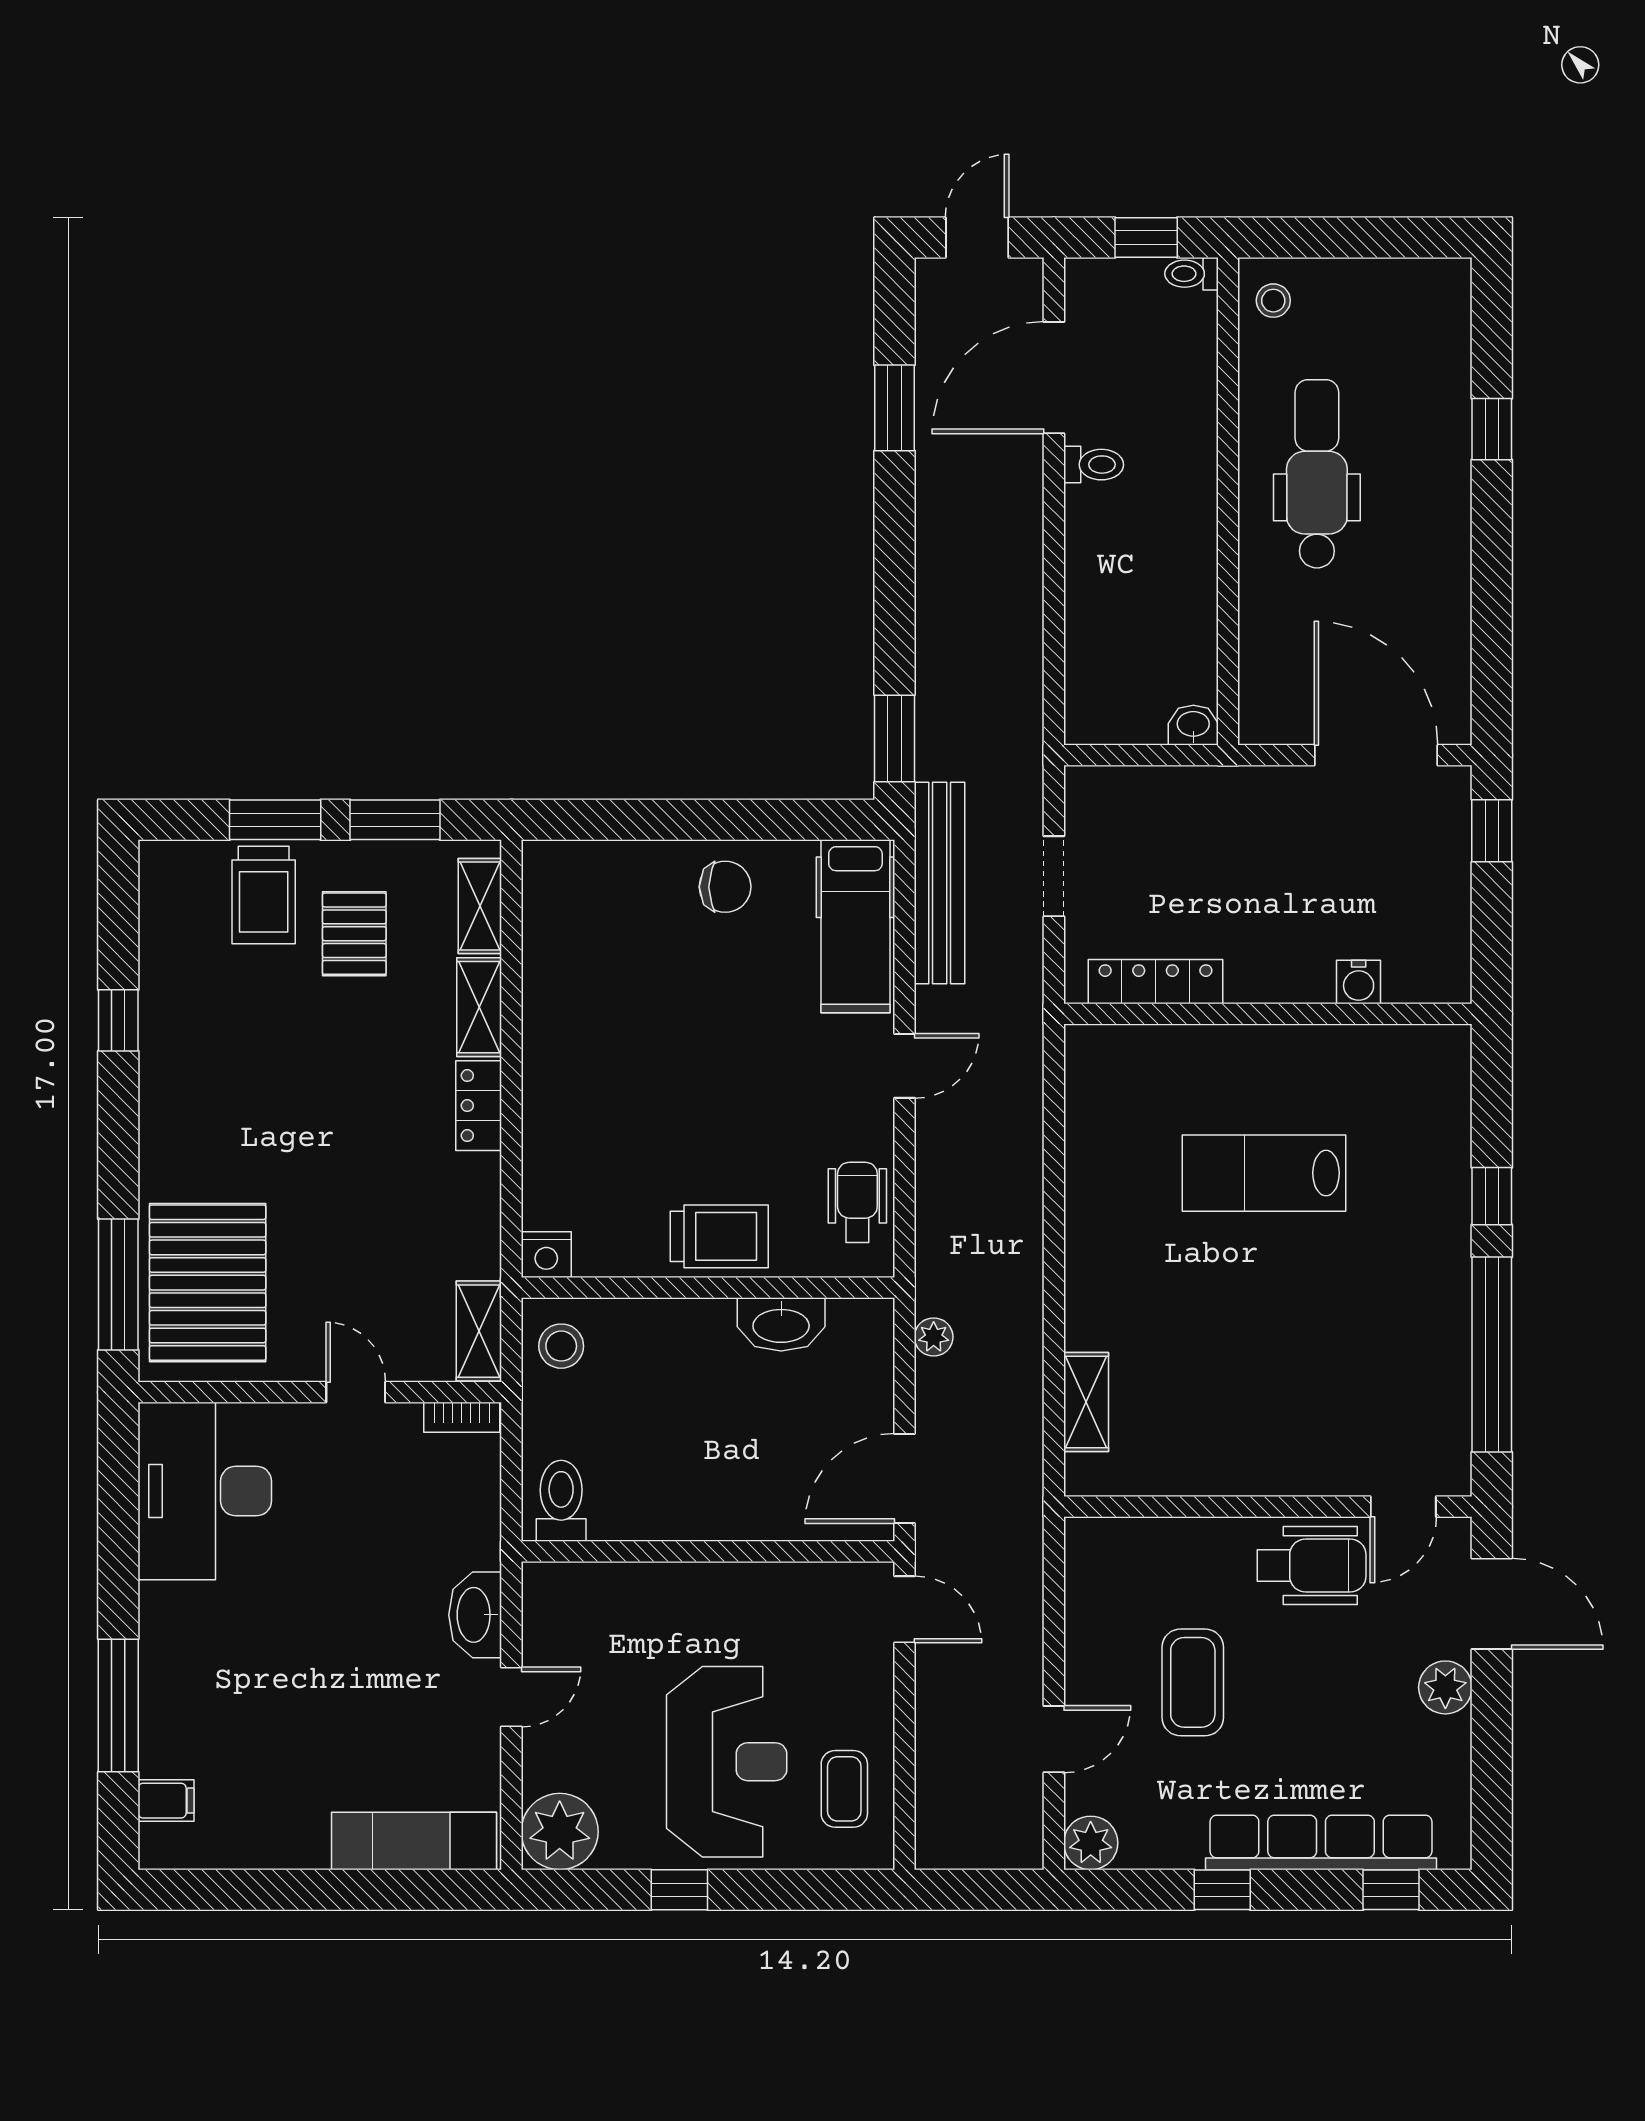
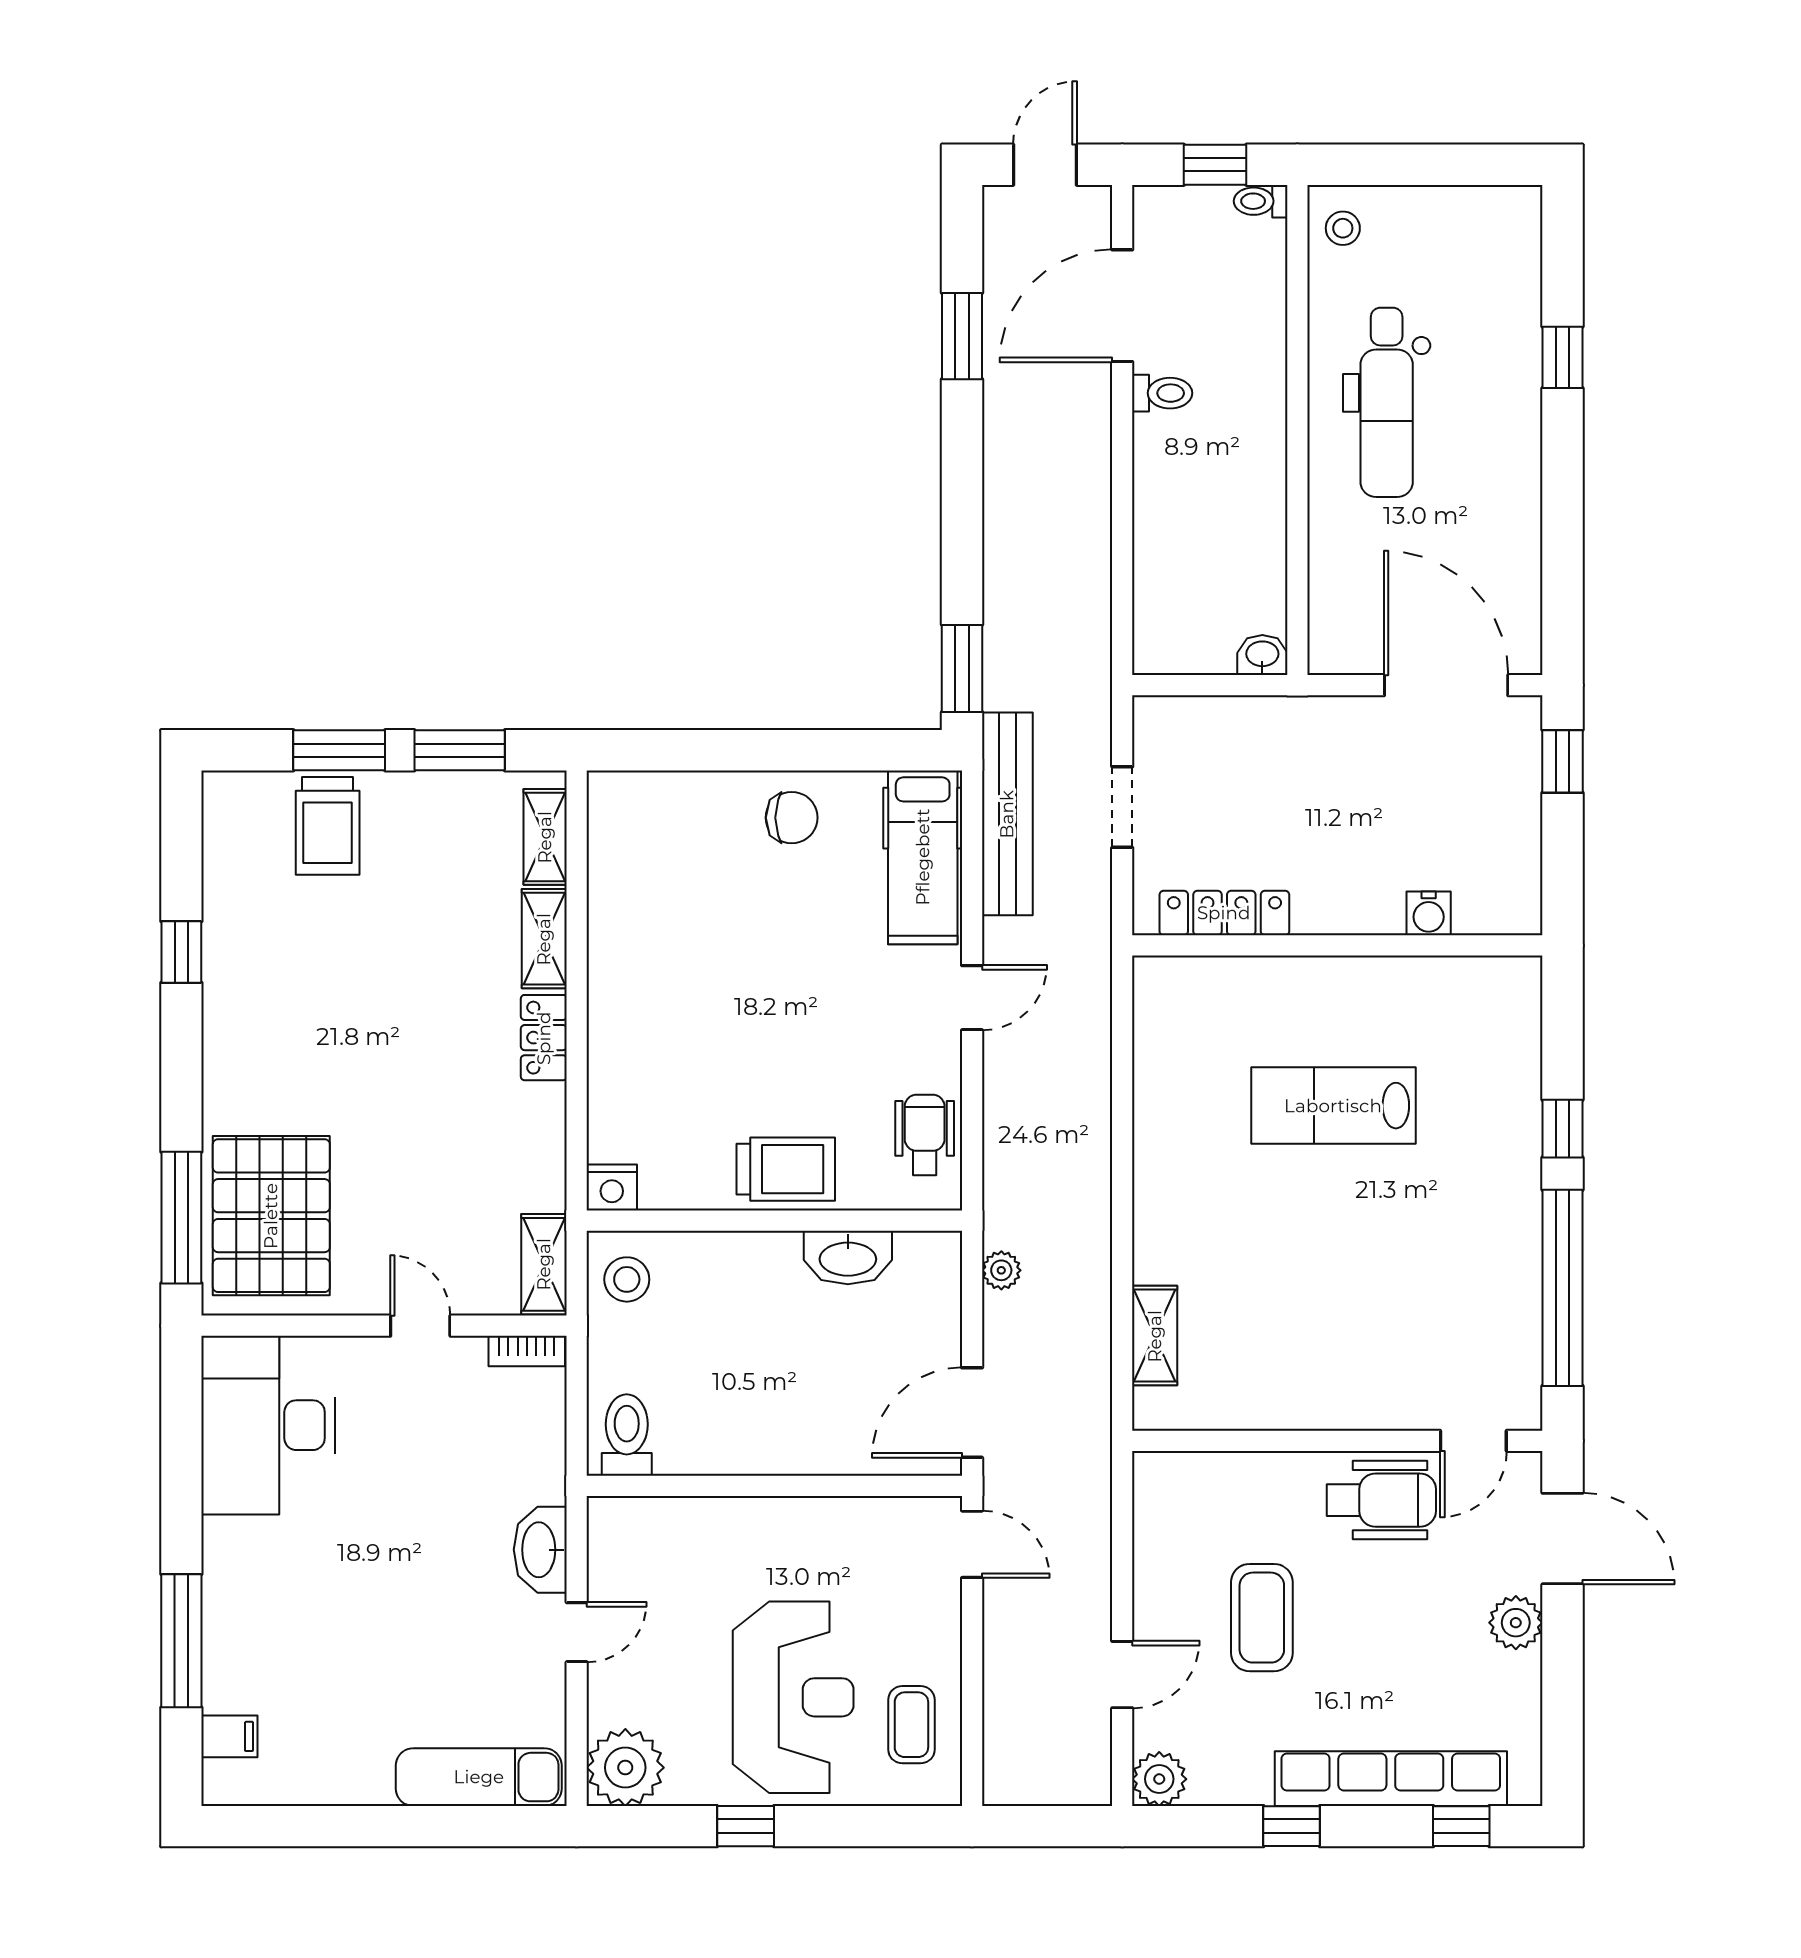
dental chair: (1317, 474) -> (1387, 402), turned 180
pallet: (354, 934) -> (419, 865), removed

